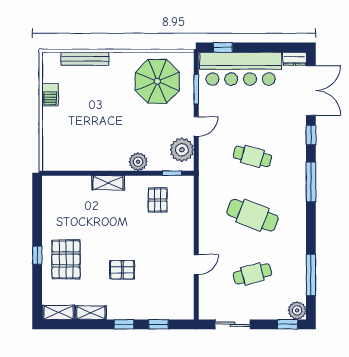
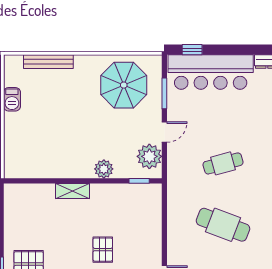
cafe table: (252, 156) -> (223, 163), turned -30
pallet: (158, 200) -> (103, 250), moved

